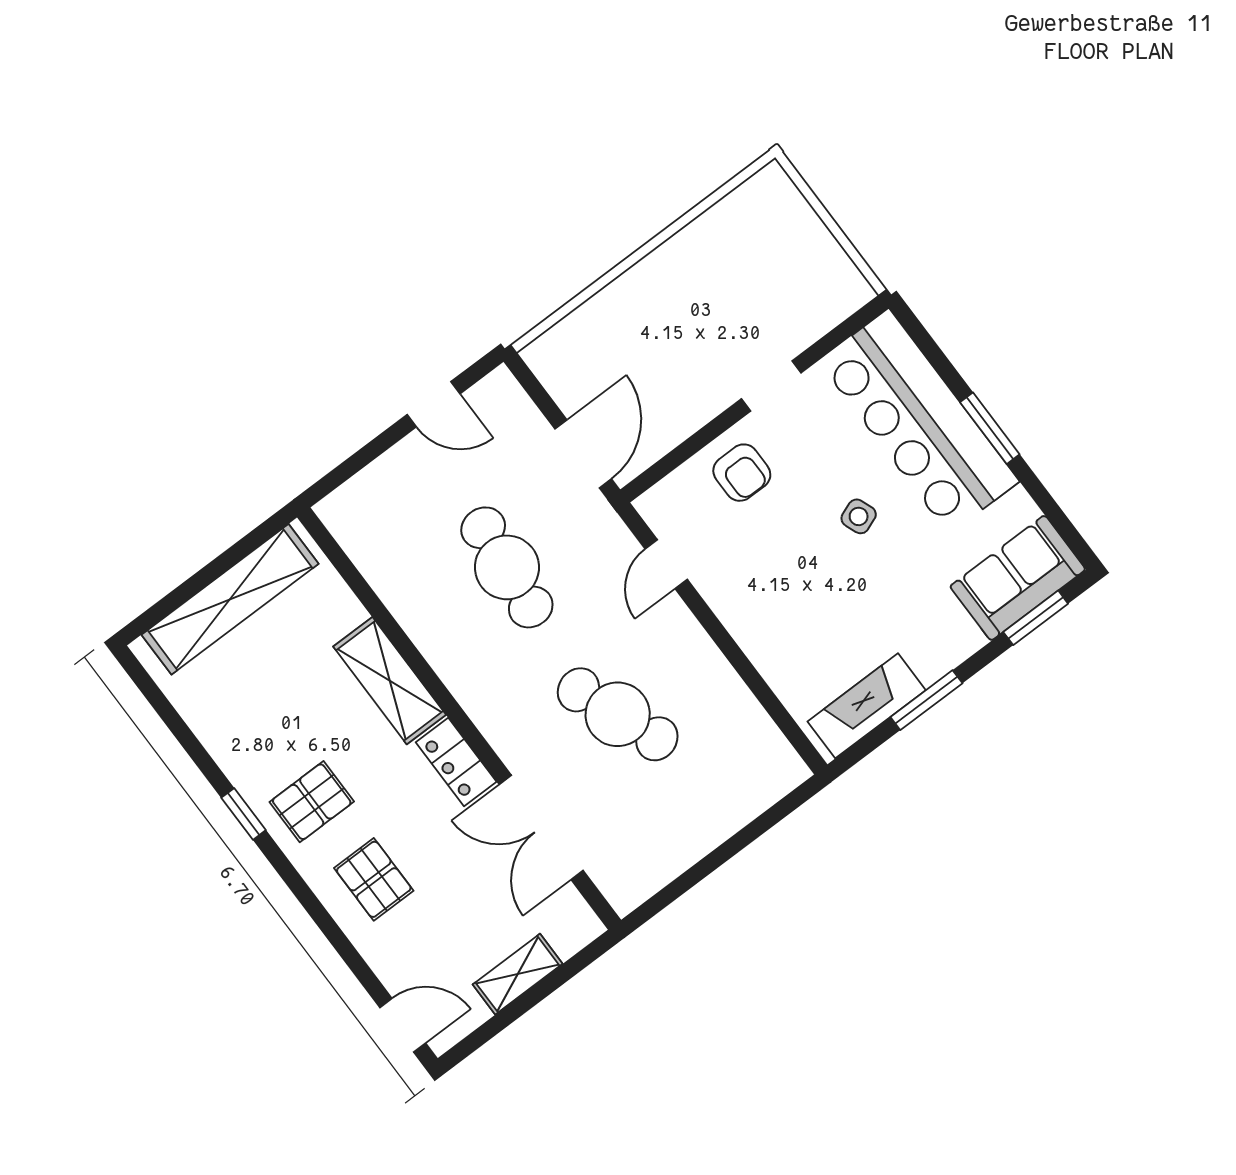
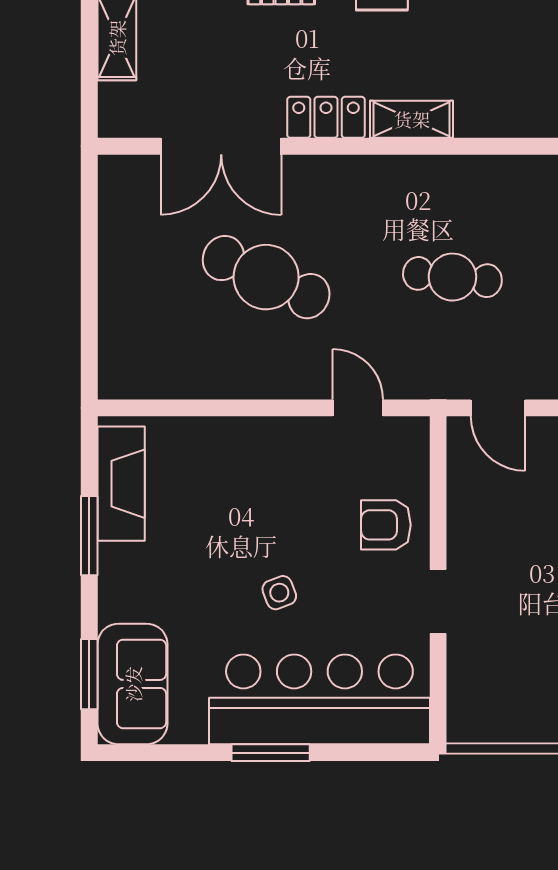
door: (583, 454) -> (498, 408), width x0.73
cafe table: (507, 567) -> (452, 277), width x0.73, depth x0.74
shelving: (390, 681) -> (412, 119), width x0.67, depth x0.75
cafe table: (618, 714) -> (266, 277), turned 45
double door: (541, 827) -> (221, 146), swing flipped

